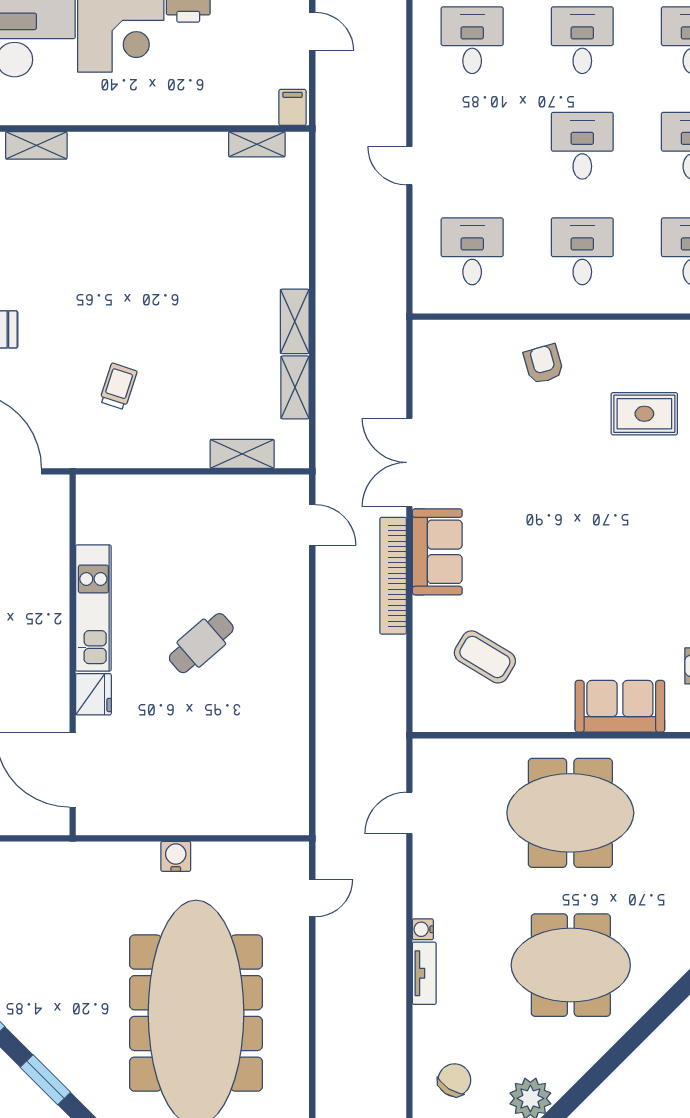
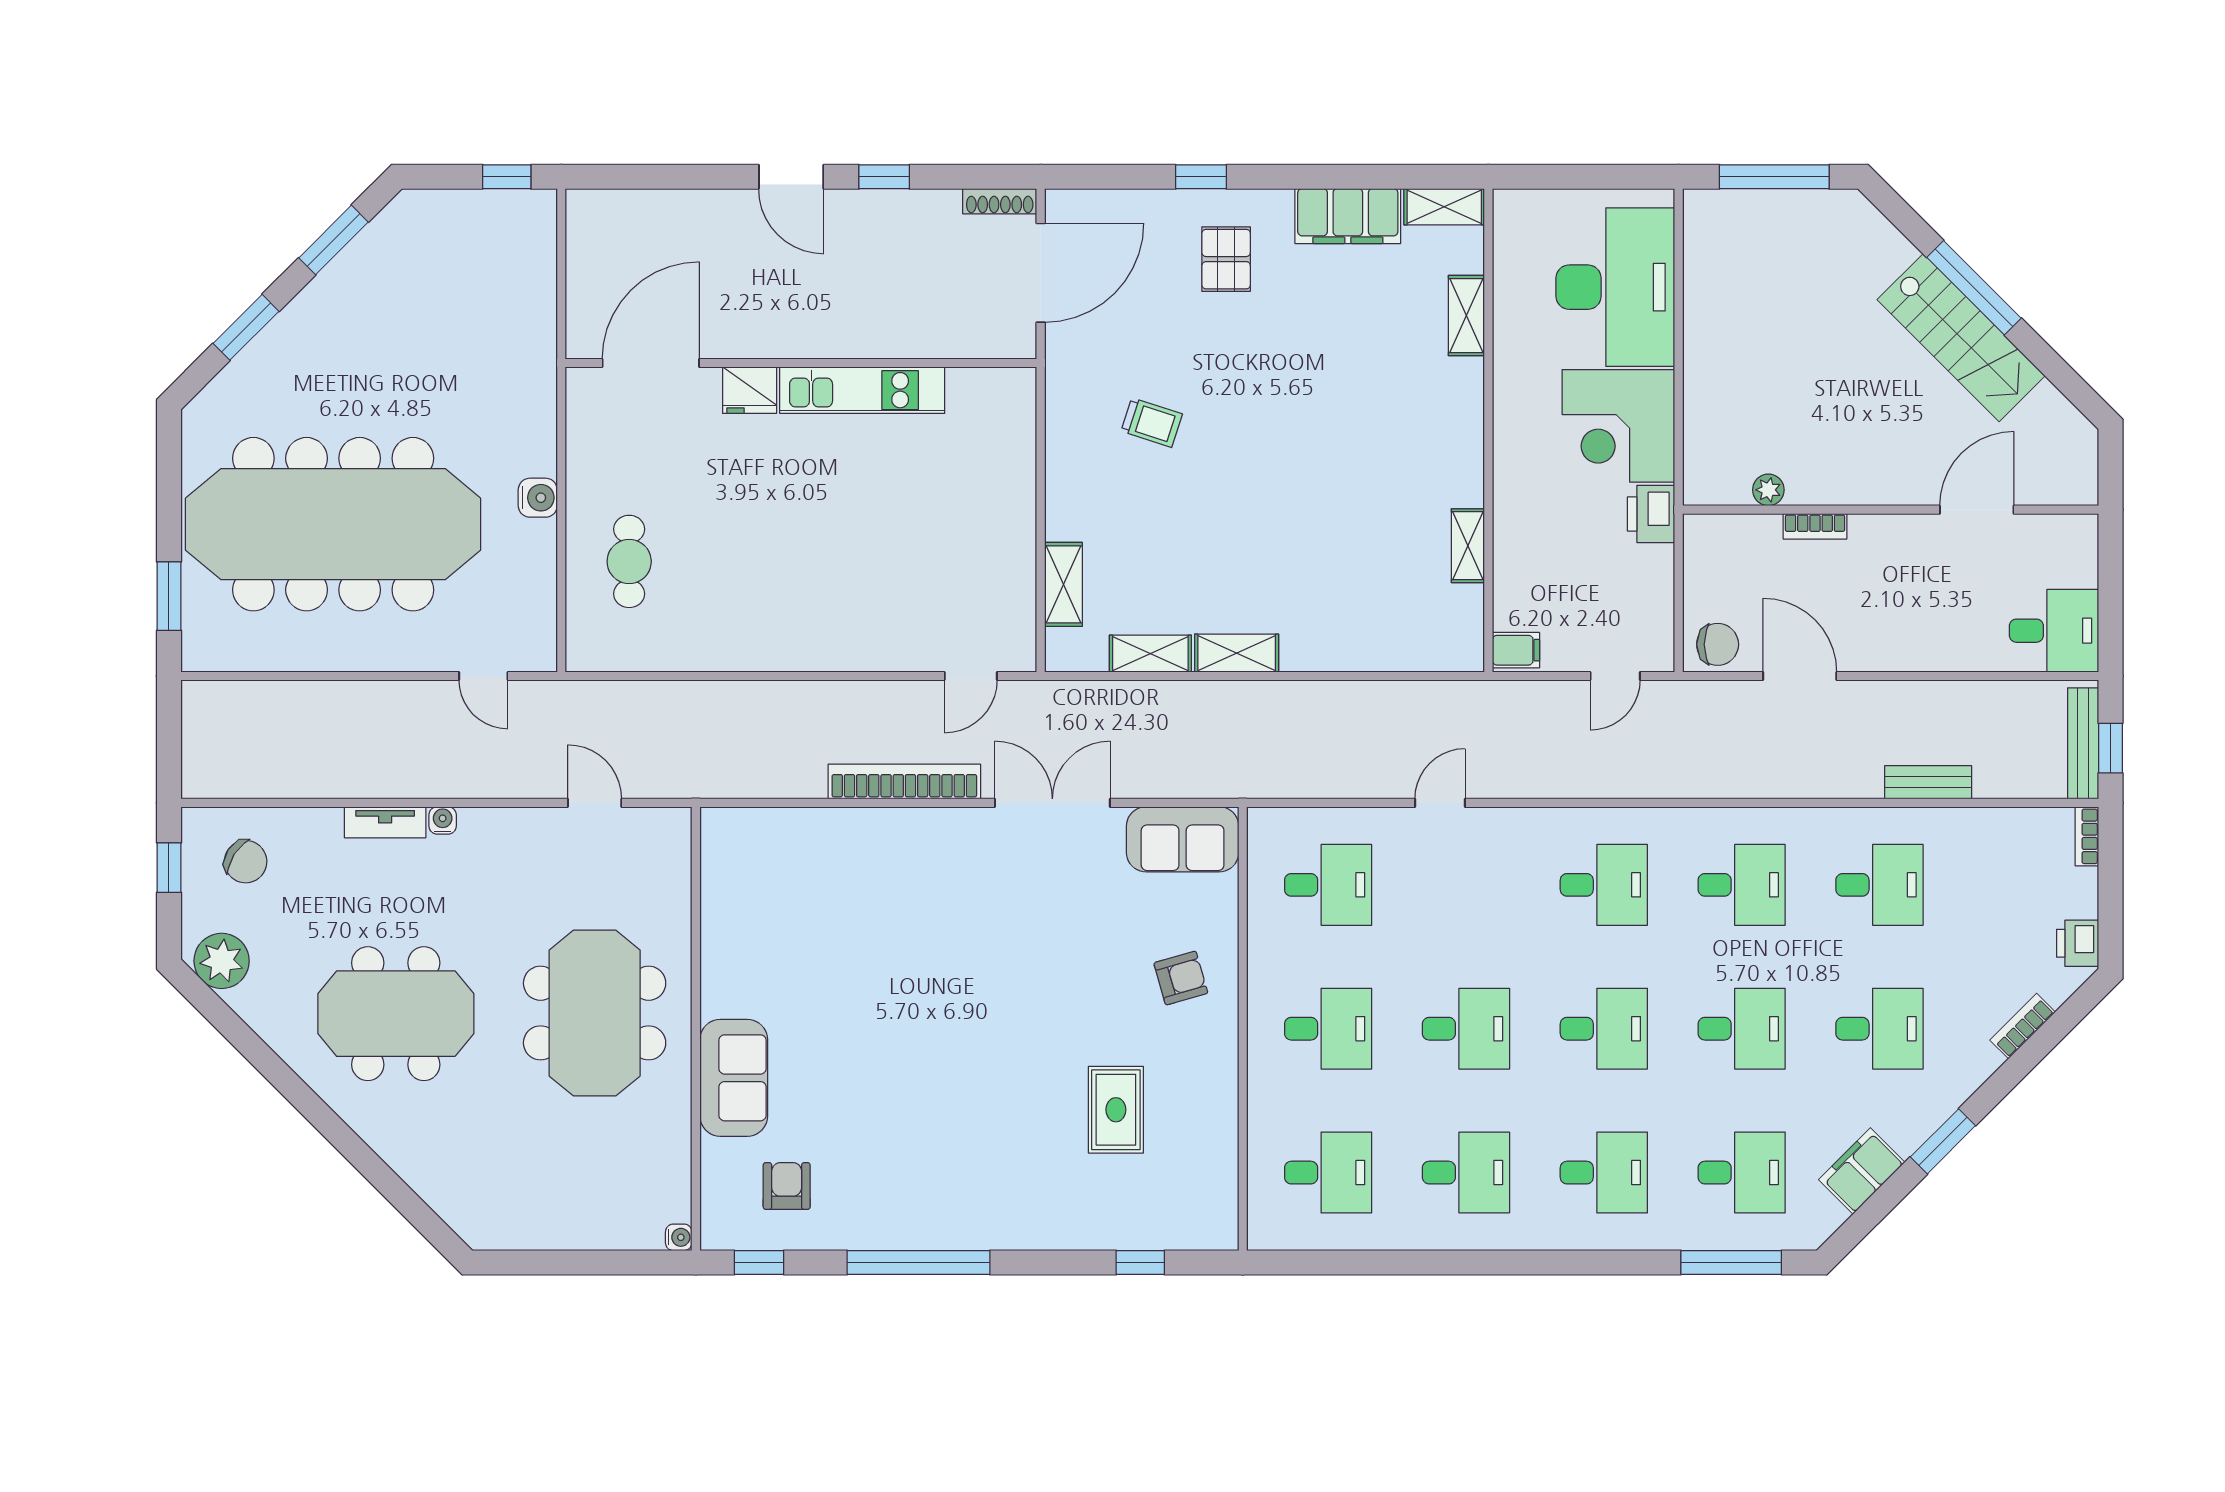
shelving: (257, 144) -> (1468, 546), moved
sofa: (437, 552) -> (1183, 839), moved
cafe table: (201, 643) -> (629, 561), moved, turned 41
coffee table: (485, 657) -> (798, 901), removed
meeting table: (571, 965) -> (396, 1014), turned 90

